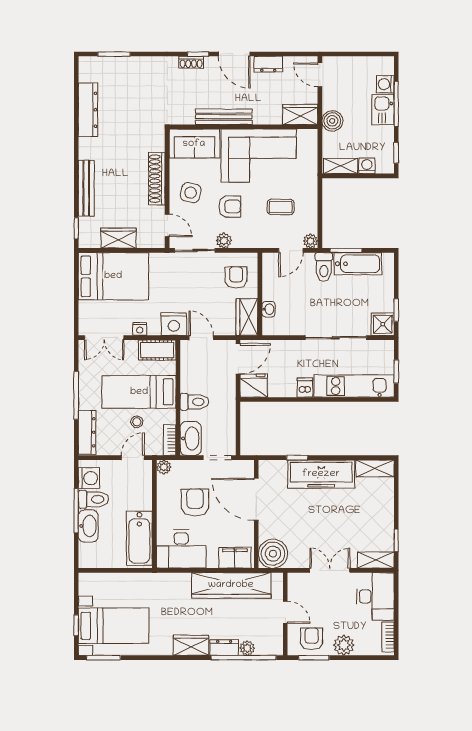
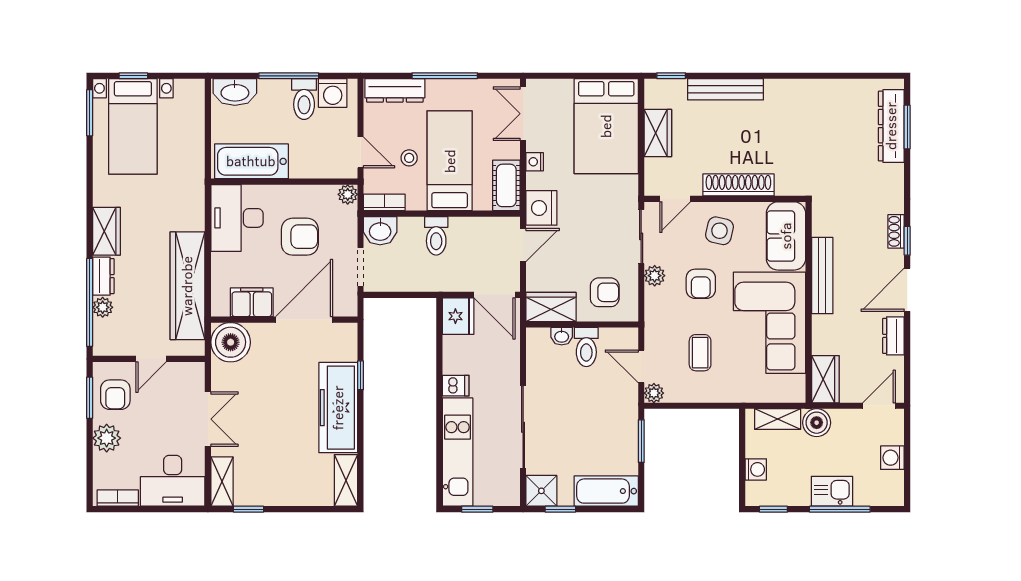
washing machine: (385, 84) -> (892, 458), moved, turned -90
dresser: (88, 110) -> (891, 126), moved, turned 90
shelving: (340, 166) -> (778, 419), moved, turned 90
bathtub: (358, 264) -> (606, 491), moved, turned 90
toilet: (324, 267) -> (586, 347), moved, turned -90
washbasin: (191, 438) -> (380, 231), width x0.72
washbasin: (88, 526) -> (235, 92), moved
filing cabinet: (235, 558) -> (252, 302), moved, turned -90
armchair: (312, 639) -> (115, 395), turned 90

